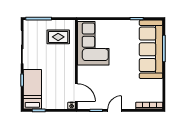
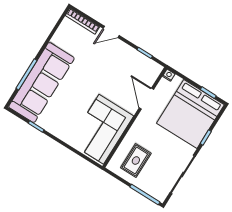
rug: (58, 37) -> (136, 161), turned 90
bed: (32, 89) -> (190, 114), width x2.04
door: (76, 93) -> (146, 99), moved
door: (115, 110) -> (111, 32), moved

